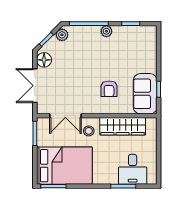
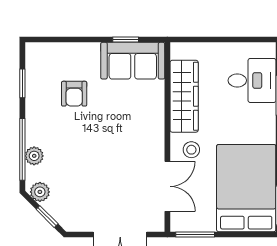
plant: (106, 31) -> (34, 156), moved
floor lamp: (44, 60) -> (79, 220), removed
armchair: (109, 89) -> (74, 94), moved, turned 90

